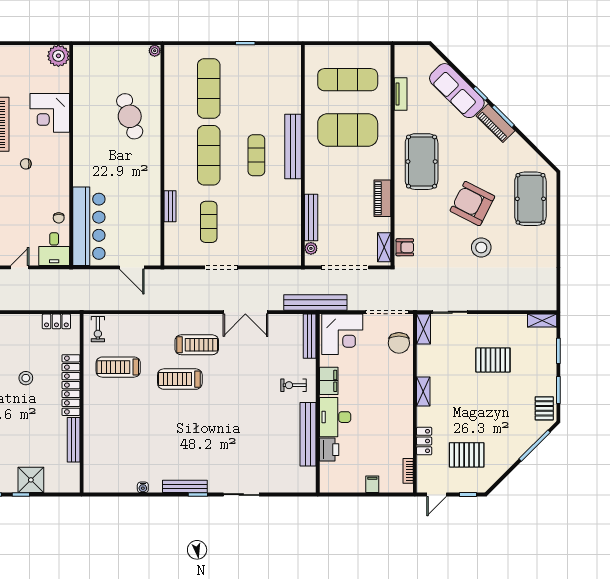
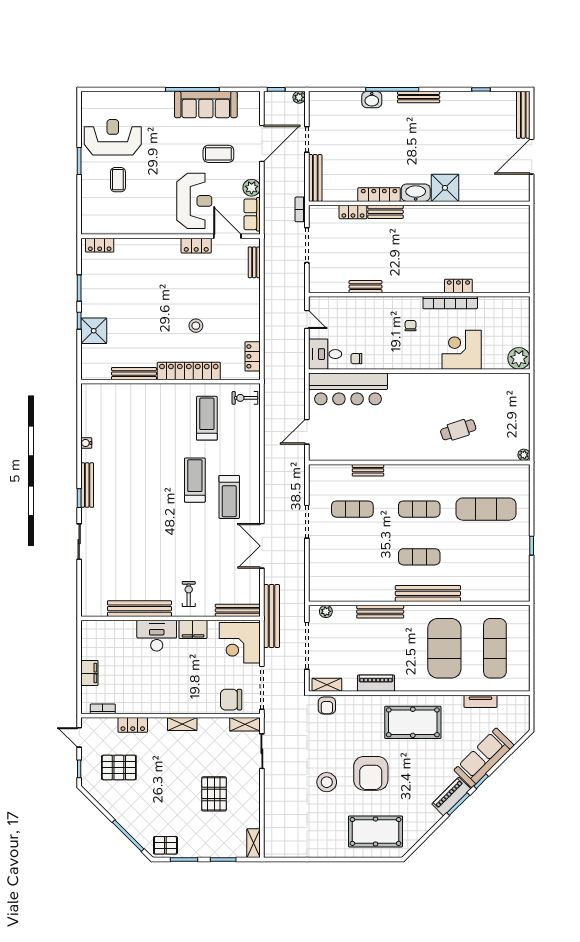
cafe table: (130, 116) -> (458, 430), width x0.73, depth x0.74
exercise mat: (209, 155) -> (419, 509), width x0.73, depth x0.69
armchair: (472, 204) -> (371, 773), turned 153
bench: (311, 218) -> (380, 612), moved
printer: (329, 450) -> (124, 630), removed
pallet: (467, 455) -> (119, 767), turned 90
filing cabinet: (372, 484) -> (89, 673), width x2.00

